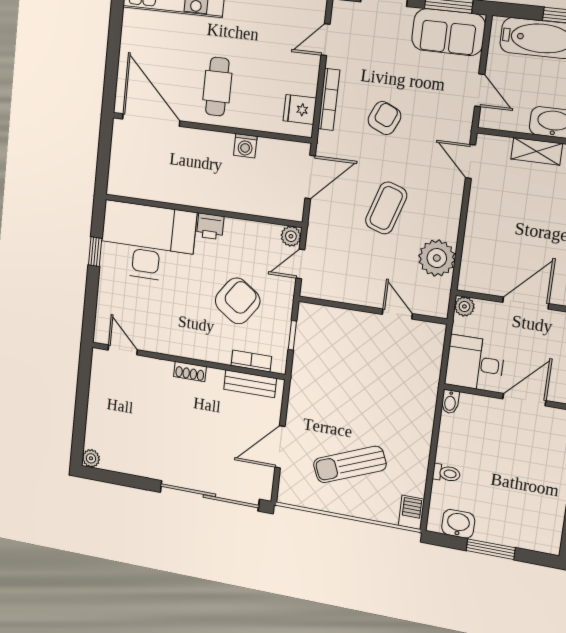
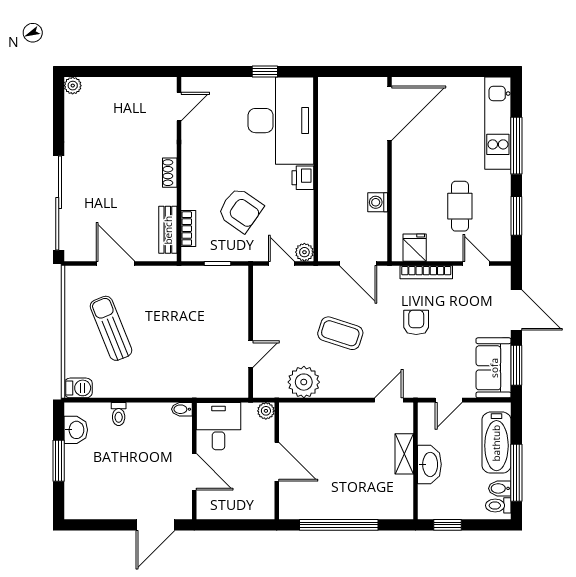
cafe table: (217, 87) -> (460, 206), moved, turned 90
armchair: (384, 118) -> (416, 322), turned -114

